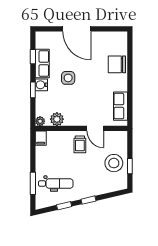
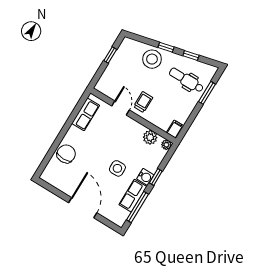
window: (33, 57) -> (137, 207), width x2.17
chair: (117, 64) -> (66, 154), turned -90
stool: (114, 163) -> (152, 59), moved

